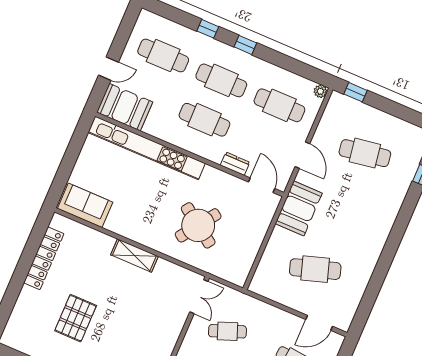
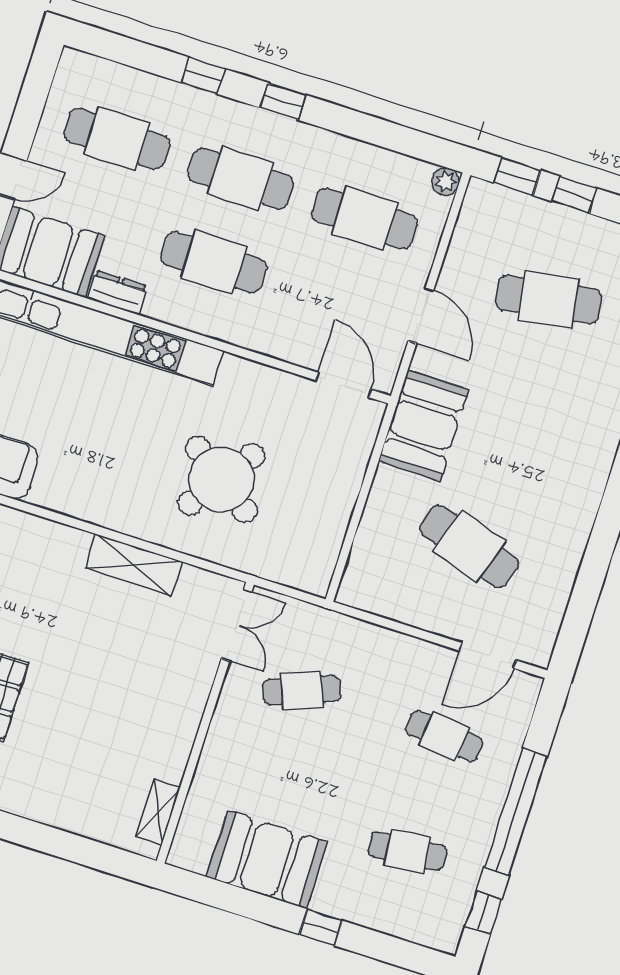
window: (382, 104) -> (574, 195), added
dresser: (235, 164) -> (117, 292), moved
shelving: (134, 255) -> (134, 565), moved
cafe table: (315, 269) -> (469, 546), turned 36

